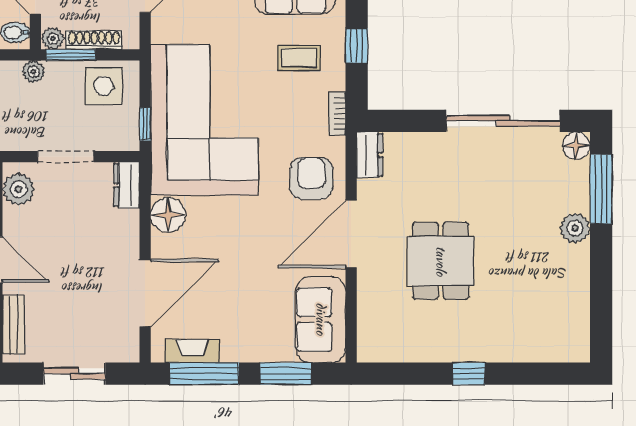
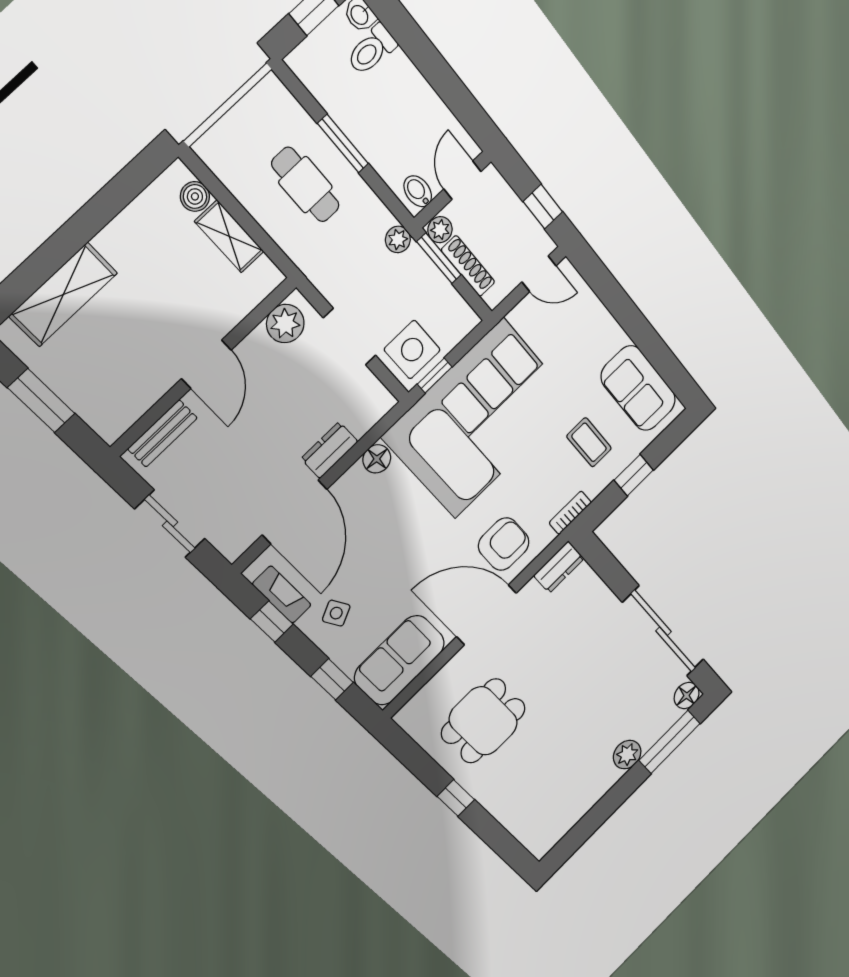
side table: (104, 86) -> (412, 350), moved
dresser: (127, 185) -> (330, 450), moved
floor lamp: (168, 215) -> (377, 459), width x0.73, depth x0.73
dining table: (441, 261) -> (483, 721), moved
door: (145, 293) -> (295, 512), hinge flipped
side table: (242, 329) -> (336, 613), added
window: (204, 374) -> (272, 622), width x0.46
window: (286, 374) -> (332, 679), width x0.67

